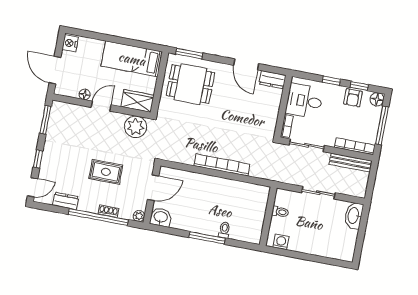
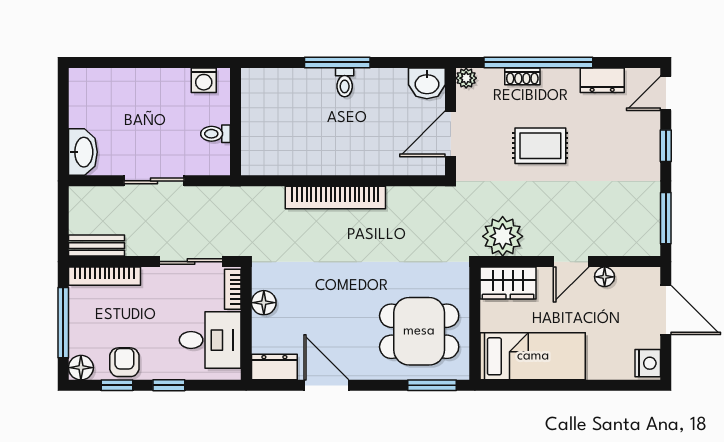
floor lamp: (272, 116) -> (264, 303), added
bench: (351, 163) -> (96, 246), width x0.73
toilet: (224, 230) -> (345, 82), moved

